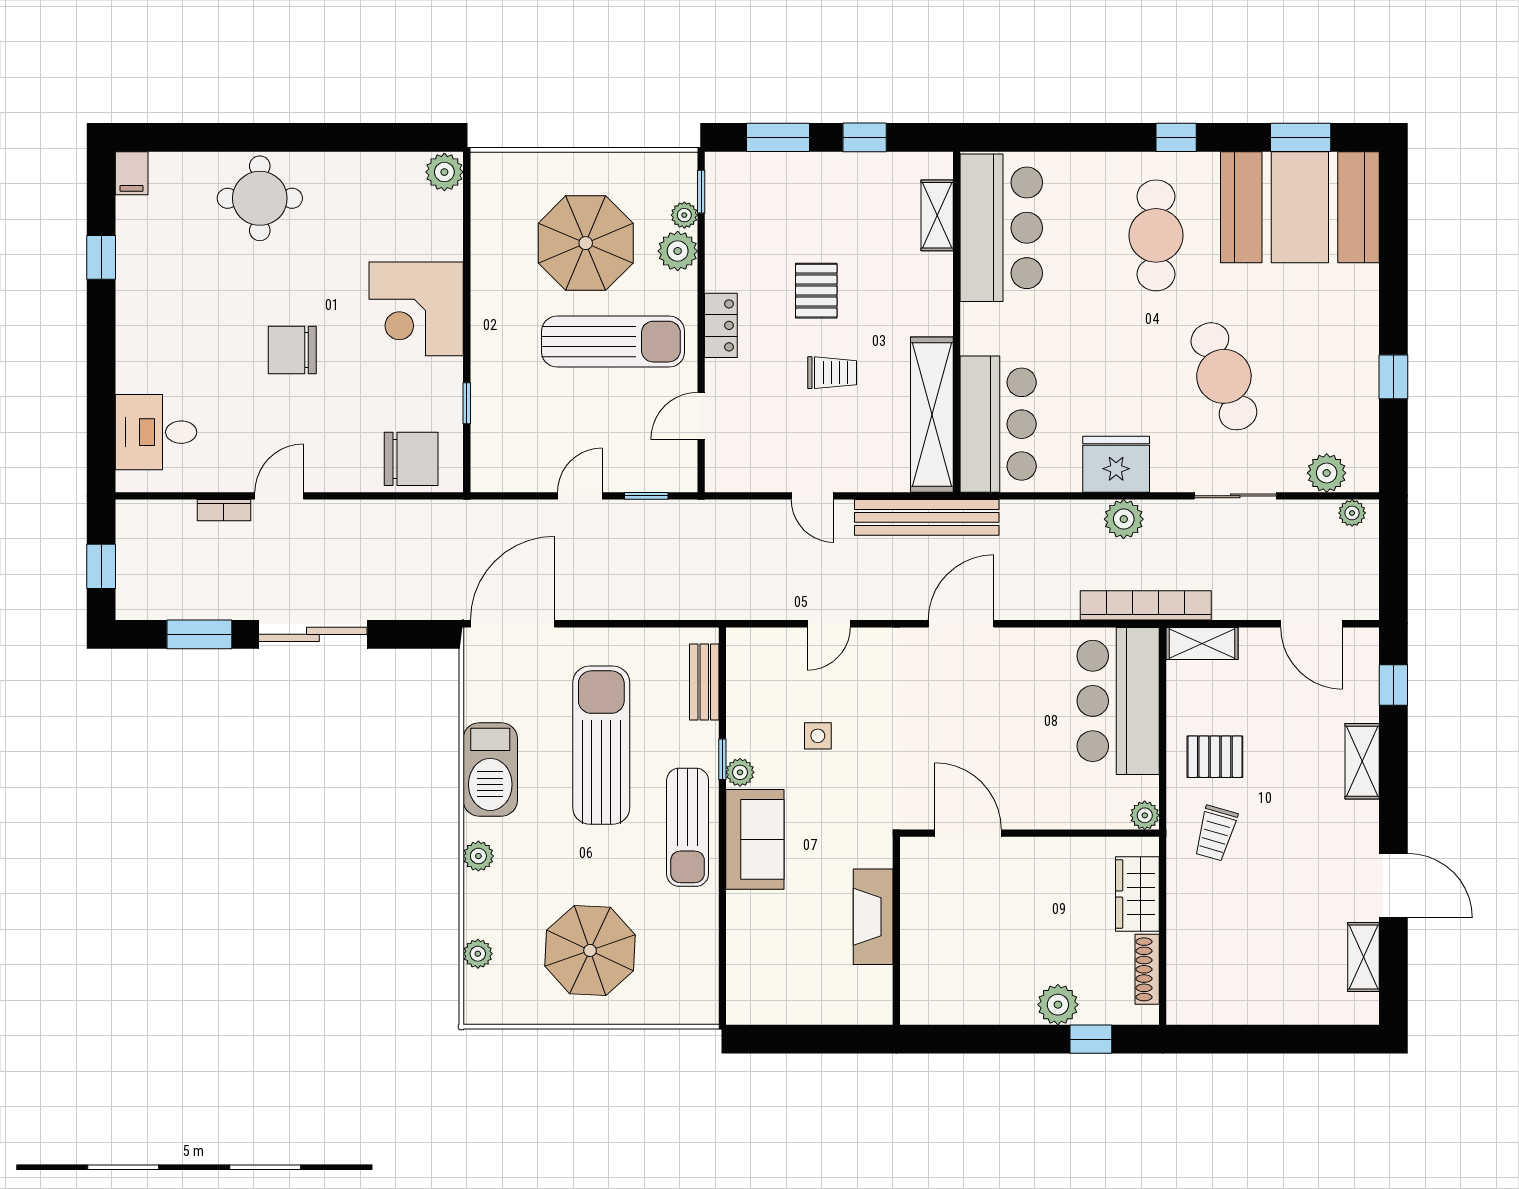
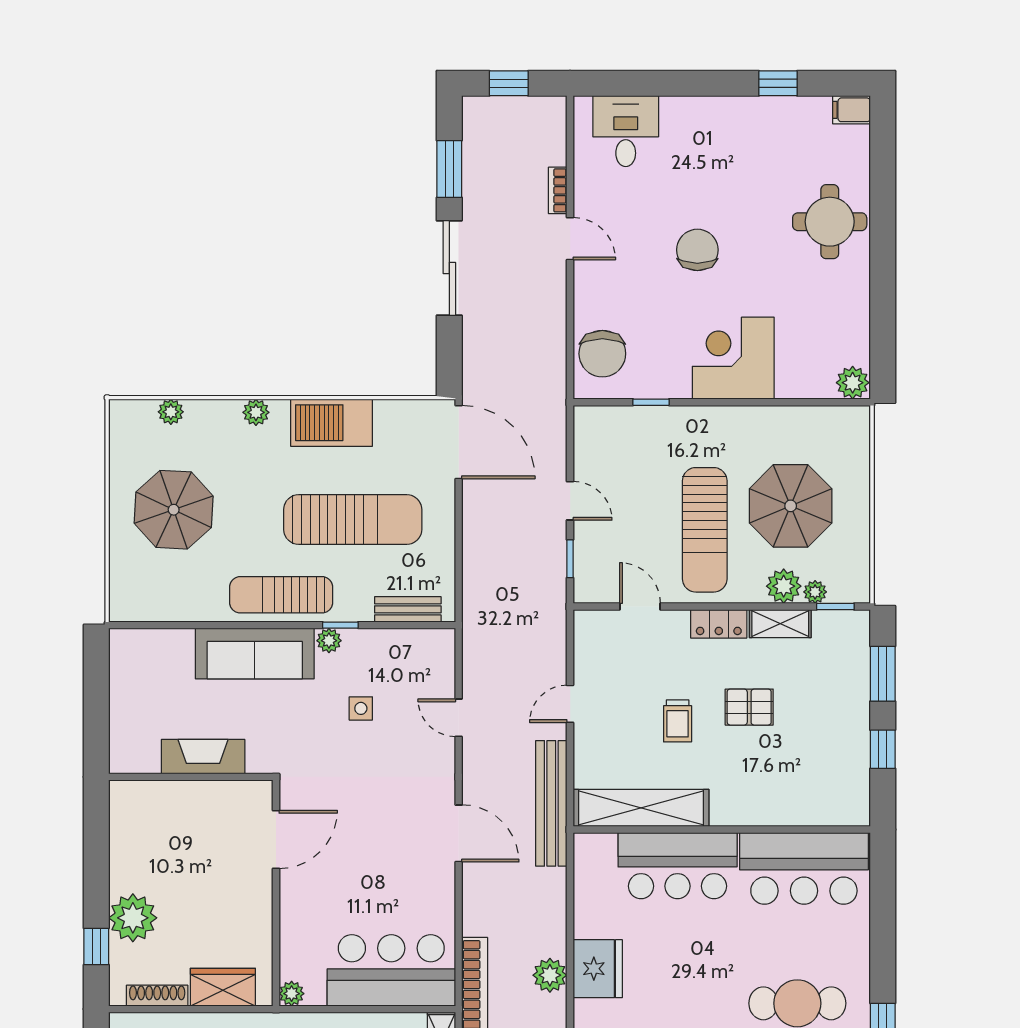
shelving: (937, 215) -> (780, 624), moved
bar counter: (998, 424) -> (678, 866), moved
sofa: (755, 839) -> (255, 654), width x1.36
plant: (1058, 1005) -> (133, 918), width x1.36, depth x1.36

